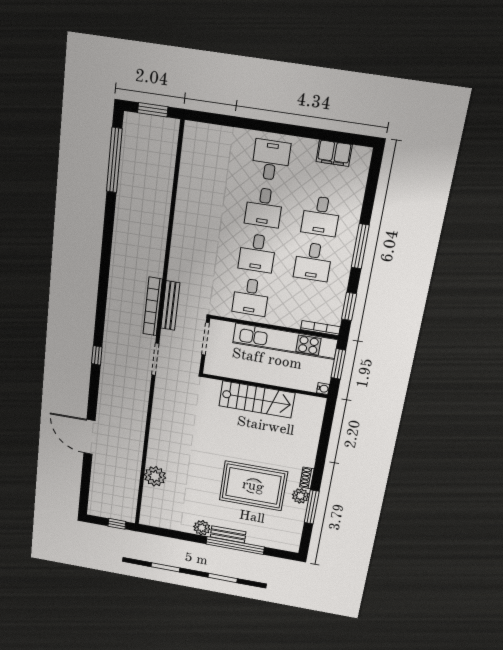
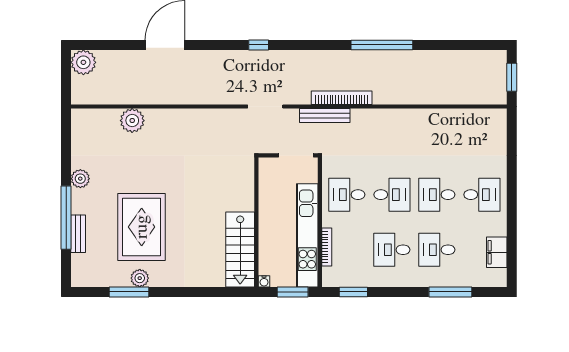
window: (114, 160) -> (382, 45), moved
window: (360, 246) -> (450, 292), moved
desk: (257, 253) -> (392, 195), turned 180
bookcase: (153, 307) -> (342, 98), moved
bookcase: (320, 328) -> (327, 247), moved
stairs: (257, 399) -> (240, 249), moved
shoe rack: (307, 478) -> (162, 281), removed
plant: (99, 506) -> (83, 62), added
window: (117, 524) -> (66, 84), removed
bench: (228, 534) -> (78, 234), moved

